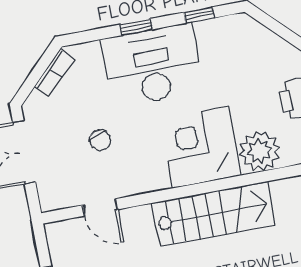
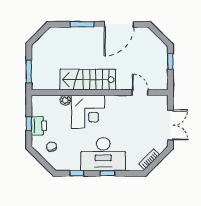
chair: (100, 140) -> (51, 147), moved
plant: (260, 151) -> (65, 100), width x0.53, depth x0.53

